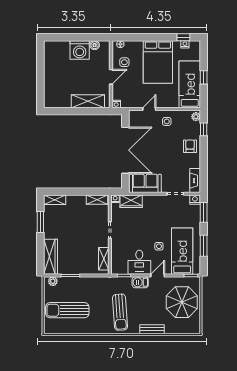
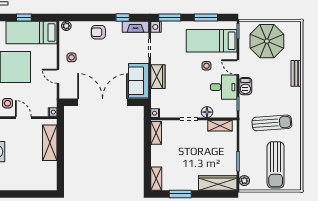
window: (204, 129) -> (123, 18), moved
wardrobe: (131, 201) -> (158, 77), moved
floor lamp: (116, 247) -> (207, 112), added
sun lounger: (120, 312) -> (272, 123), moved

